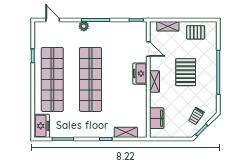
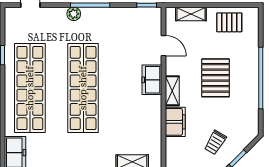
trolley: (196, 116) -> (215, 142), moved
filing cabinet: (157, 118) -> (175, 122), moved

